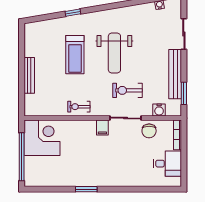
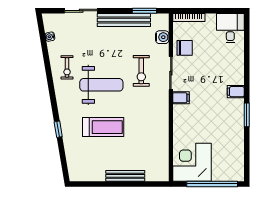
exercise bike: (79, 107) -> (67, 67), moved
desk: (167, 164) -> (230, 28), moved
filing cabinet: (108, 179) -> (236, 92), added

